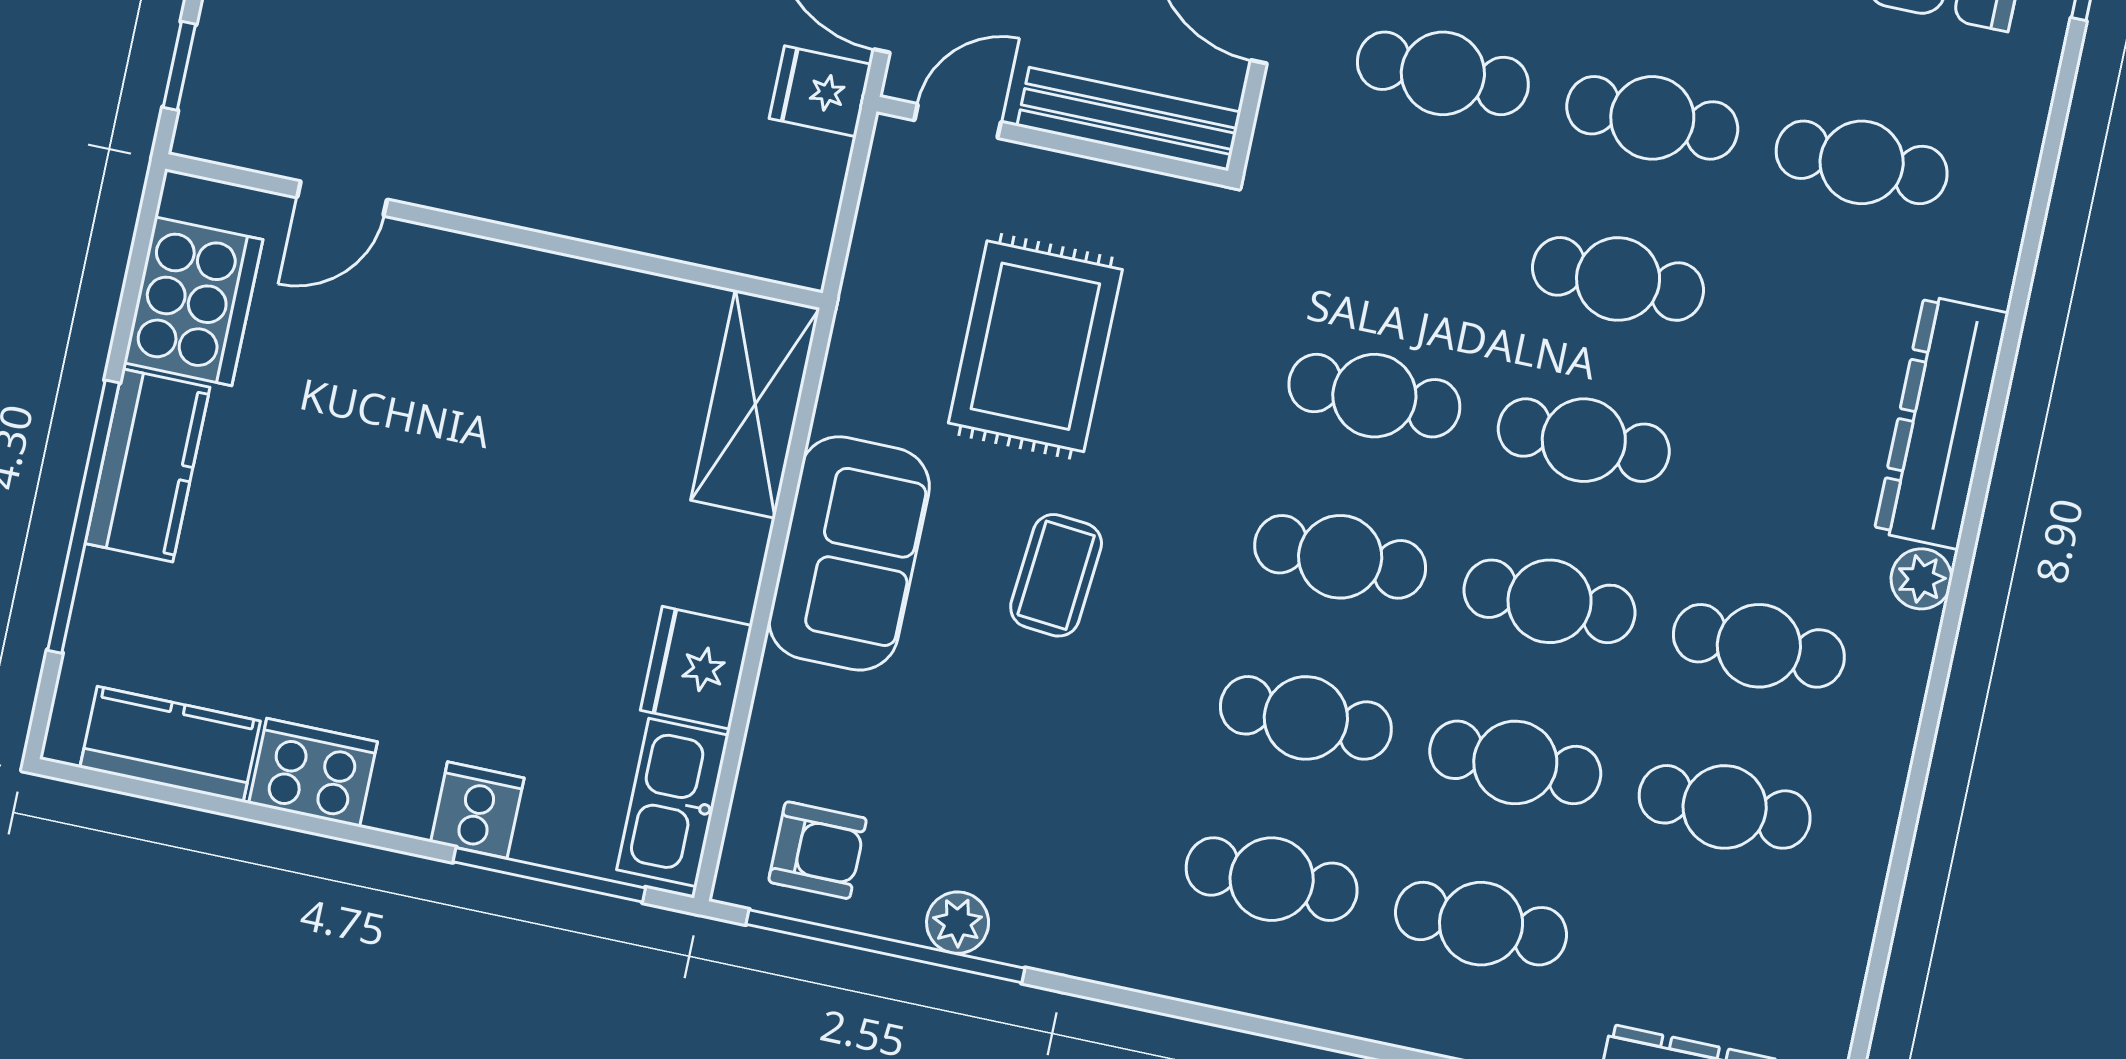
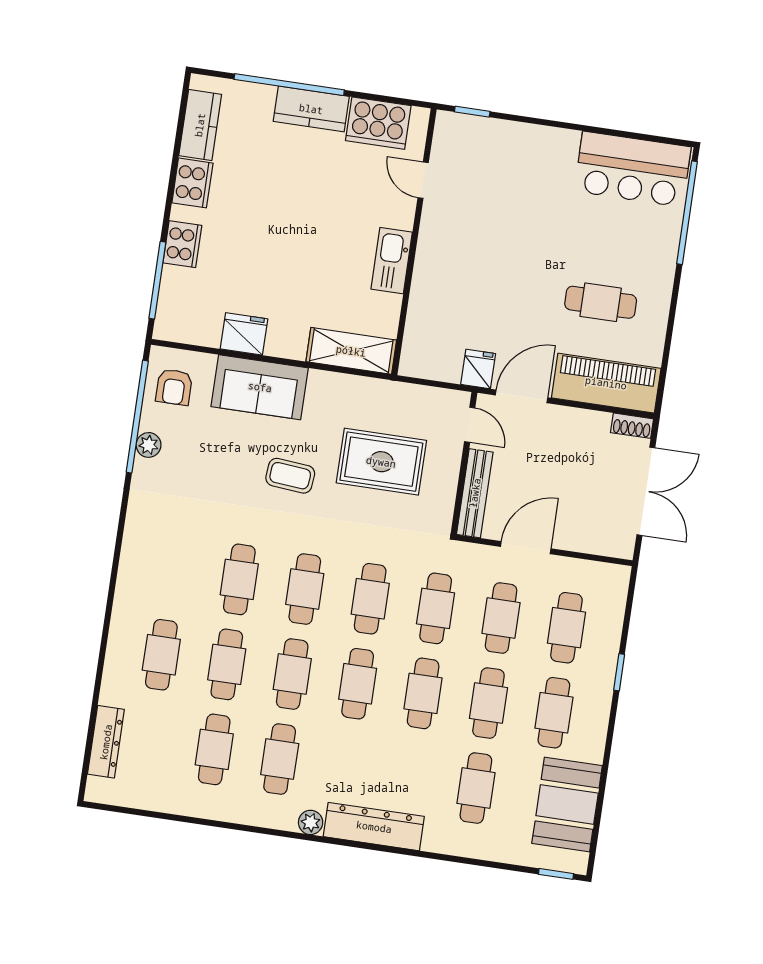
sofa: (849, 553) -> (260, 387), moved
kitchen sink: (673, 803) -> (392, 261), moved, turned -90
cooker: (477, 810) -> (182, 244), width x1.36
cafe table: (1272, 879) -> (436, 608), moved

